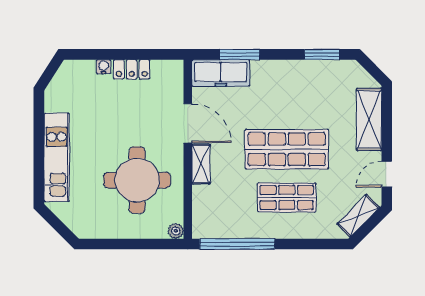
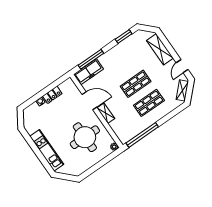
window: (240, 54) -> (91, 59), width x1.44
shop shelf: (287, 149) -> (136, 84), width x0.70, depth x0.74

